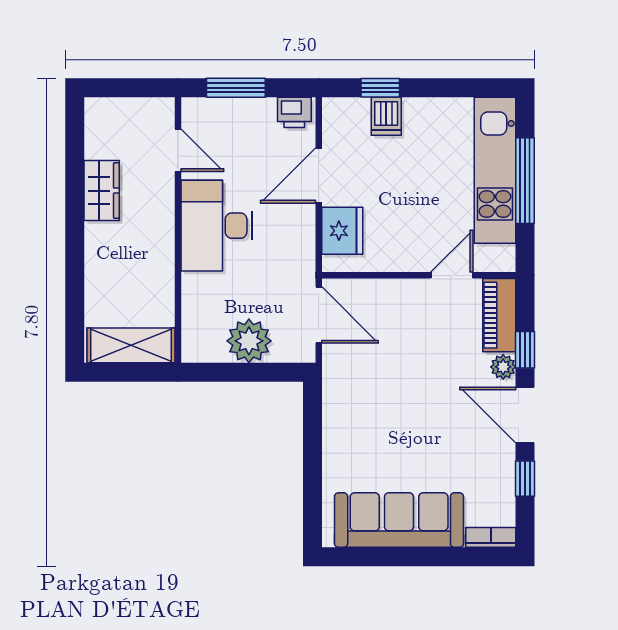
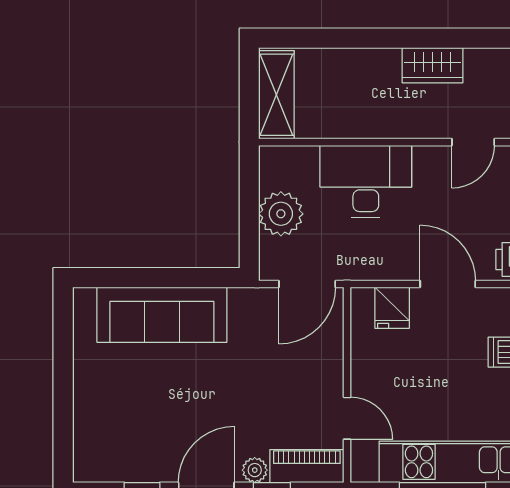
desk: (217, 226) -> (366, 181), moved
fridge: (342, 231) -> (392, 308), width x0.72
sofa: (399, 520) -> (162, 315), moved, turned 90
bookcase: (491, 537) -> (83, 458), removed

